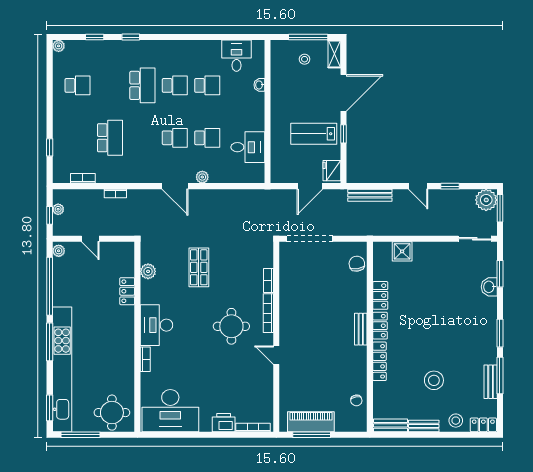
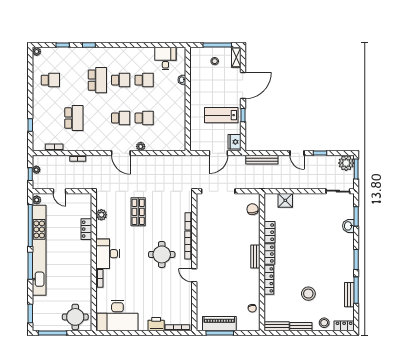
desk: (248, 147) -> (174, 125), removed
kitchen unit: (62, 369) -> (39, 250), moved

